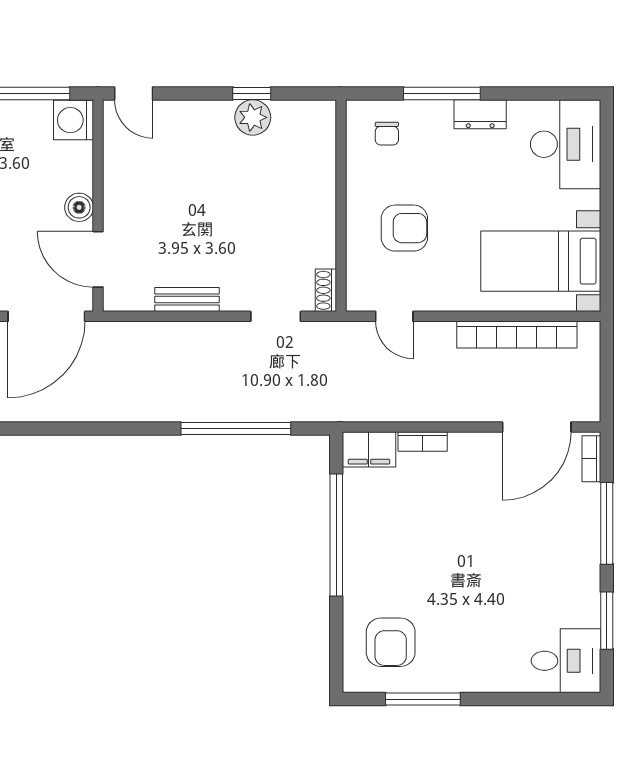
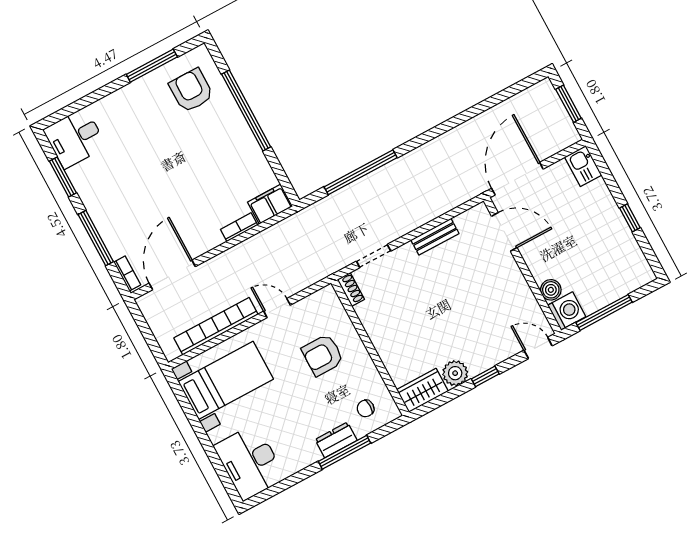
window: (252, 93) -> (485, 376), moved
dresser: (480, 114) -> (336, 440), moved
wardrobe: (305, 118) -> (422, 390), added
chair: (387, 134) -> (366, 408), turned -90
boiler: (79, 207) -> (551, 290), moved
door: (394, 316) -> (277, 308), moved
window: (336, 535) -> (246, 111), moved

